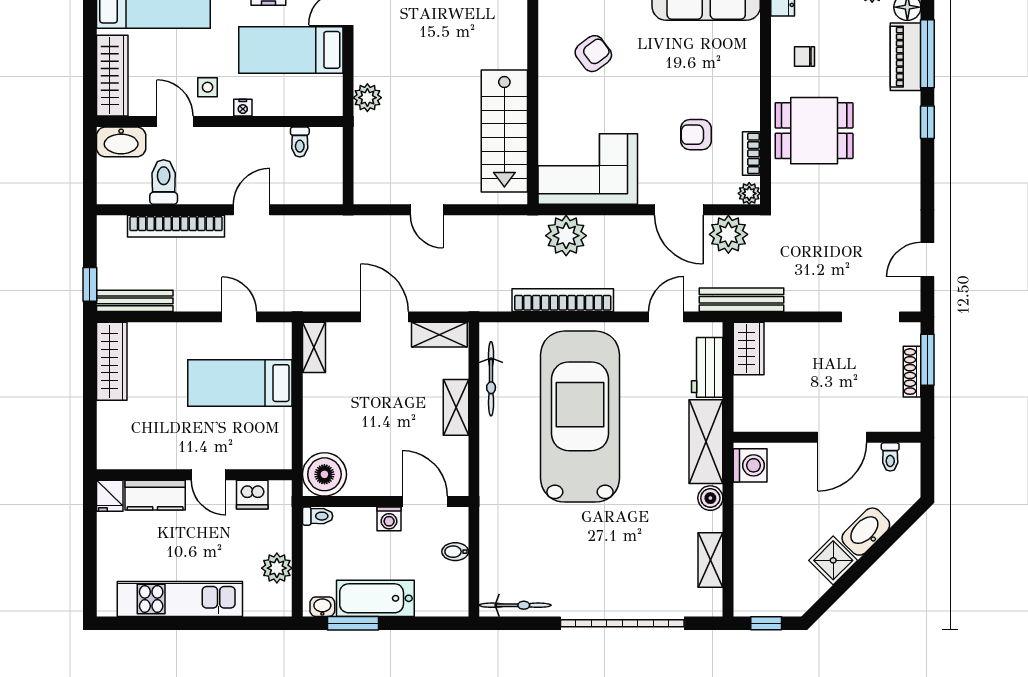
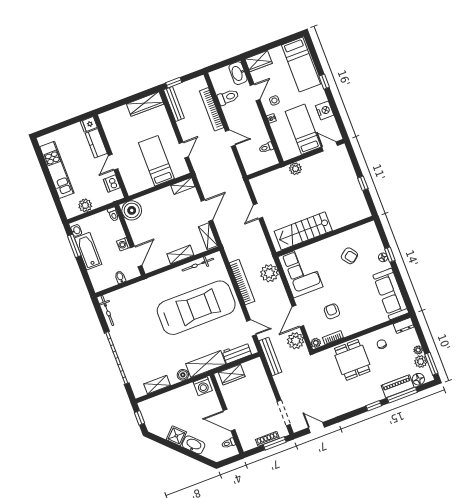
wardrobe: (112, 76) -> (259, 61), width x0.67
wardrobe: (749, 349) -> (232, 375), moved

